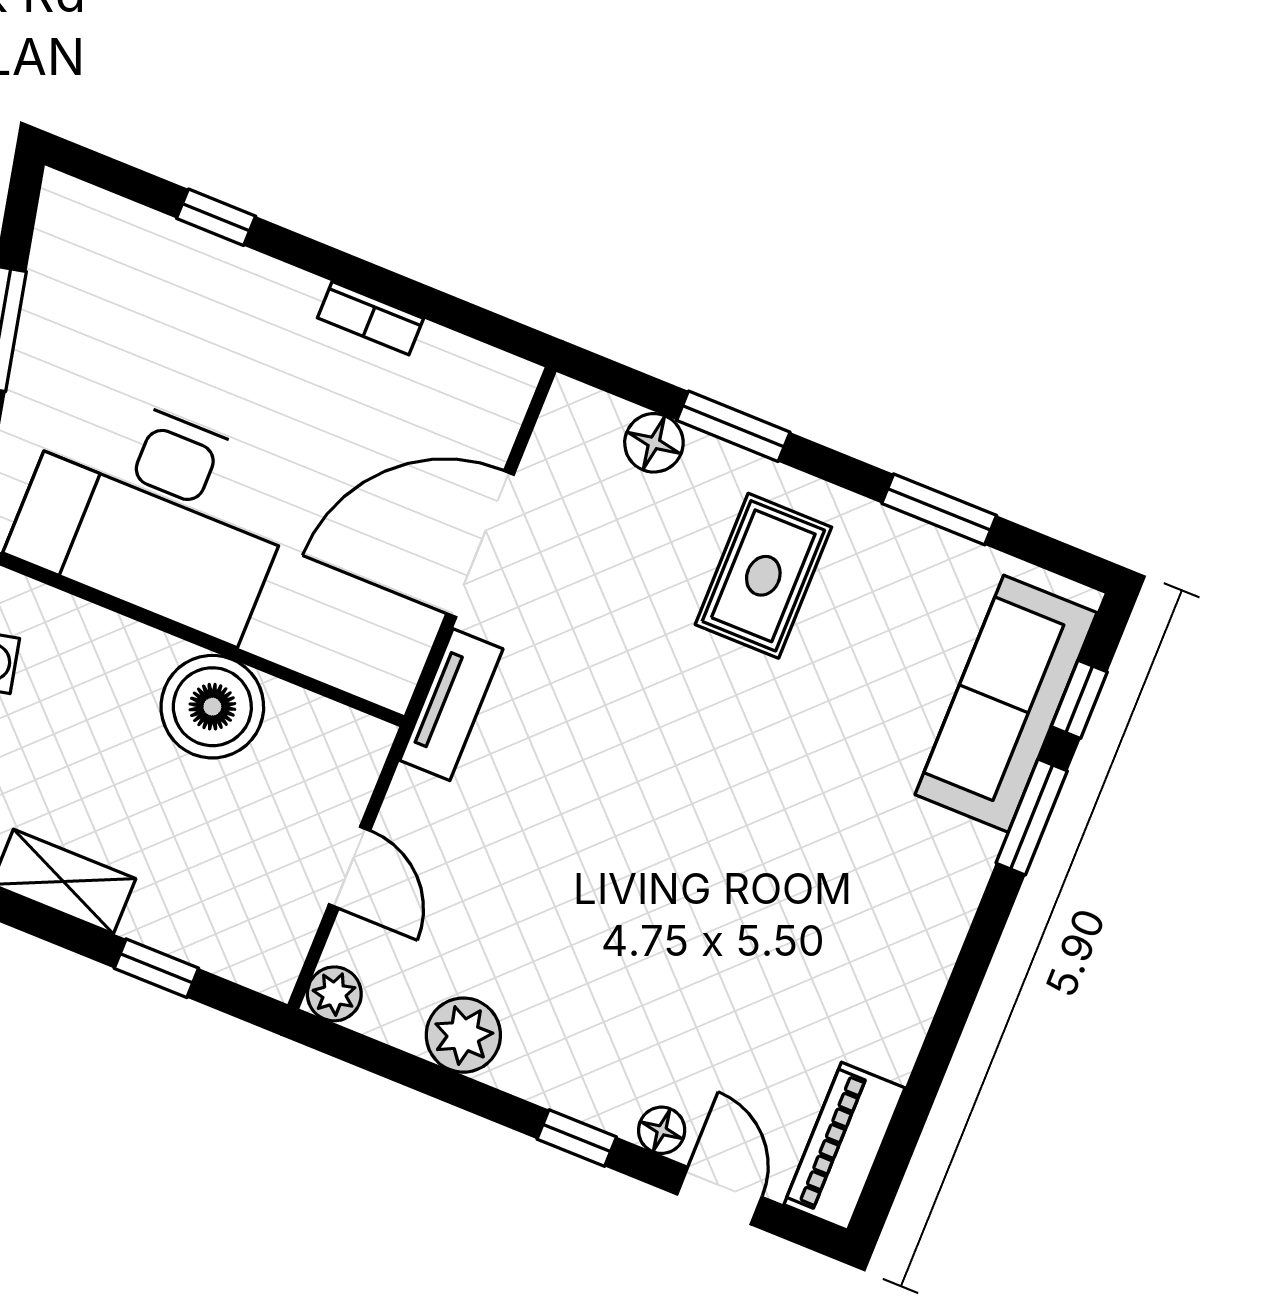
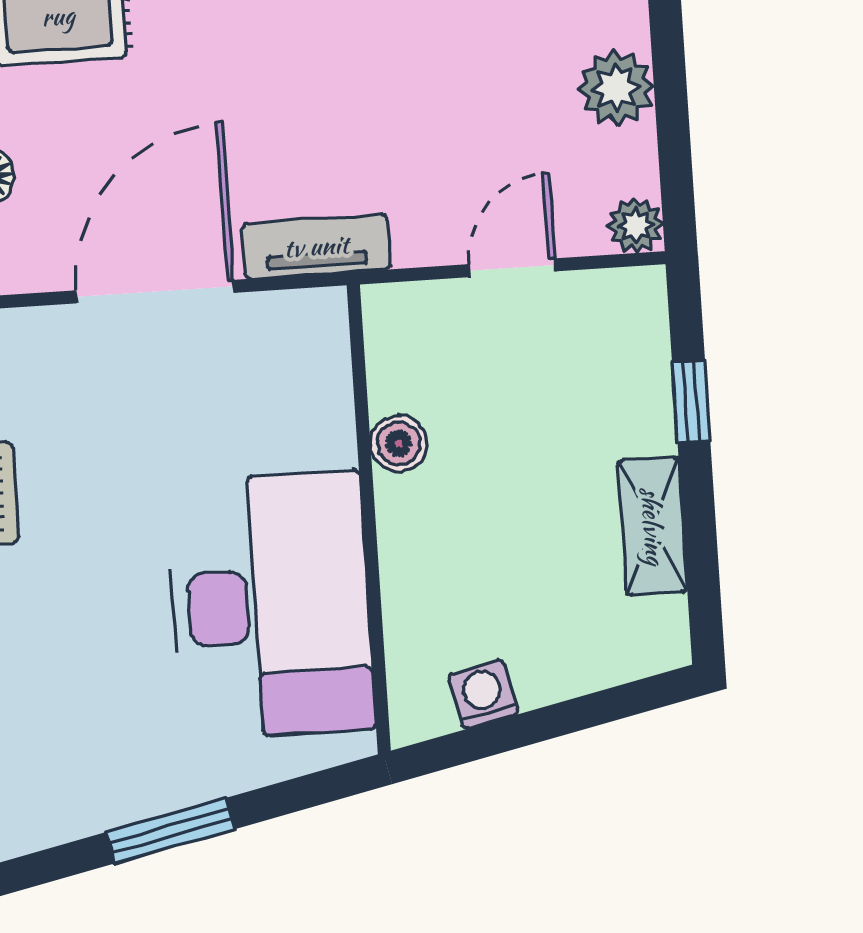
door: (480, 544) -> (155, 292), swing flipped
boiler: (212, 707) -> (399, 443), width x0.54, depth x0.54

